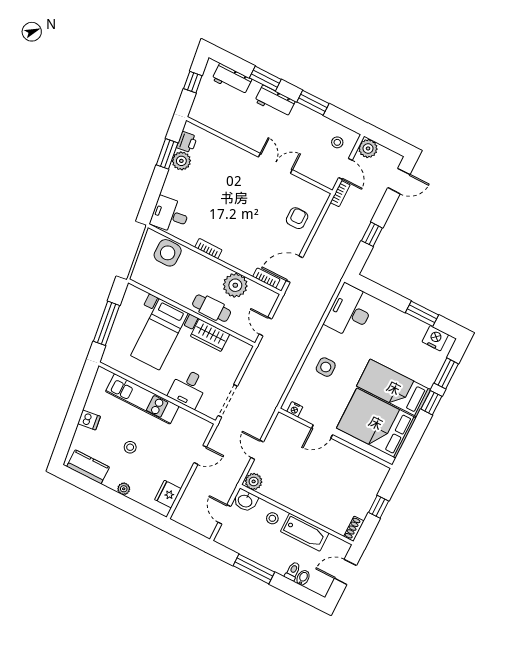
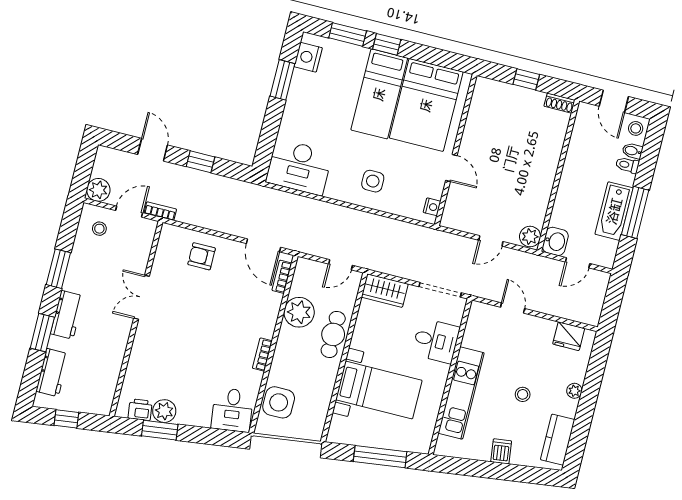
door: (399, 181) -> (153, 150), moved
wardrobe: (210, 335) -> (385, 291), moved, turned 90
stool: (272, 518) -> (636, 128), moved
bathtub: (305, 532) -> (614, 211), moved, turned 180

